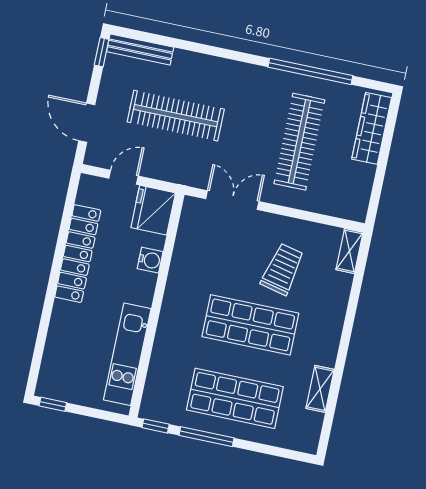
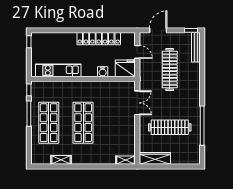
wardrobe: (372, 128) -> (155, 158), moved
trolley: (282, 269) -> (111, 132), removed

